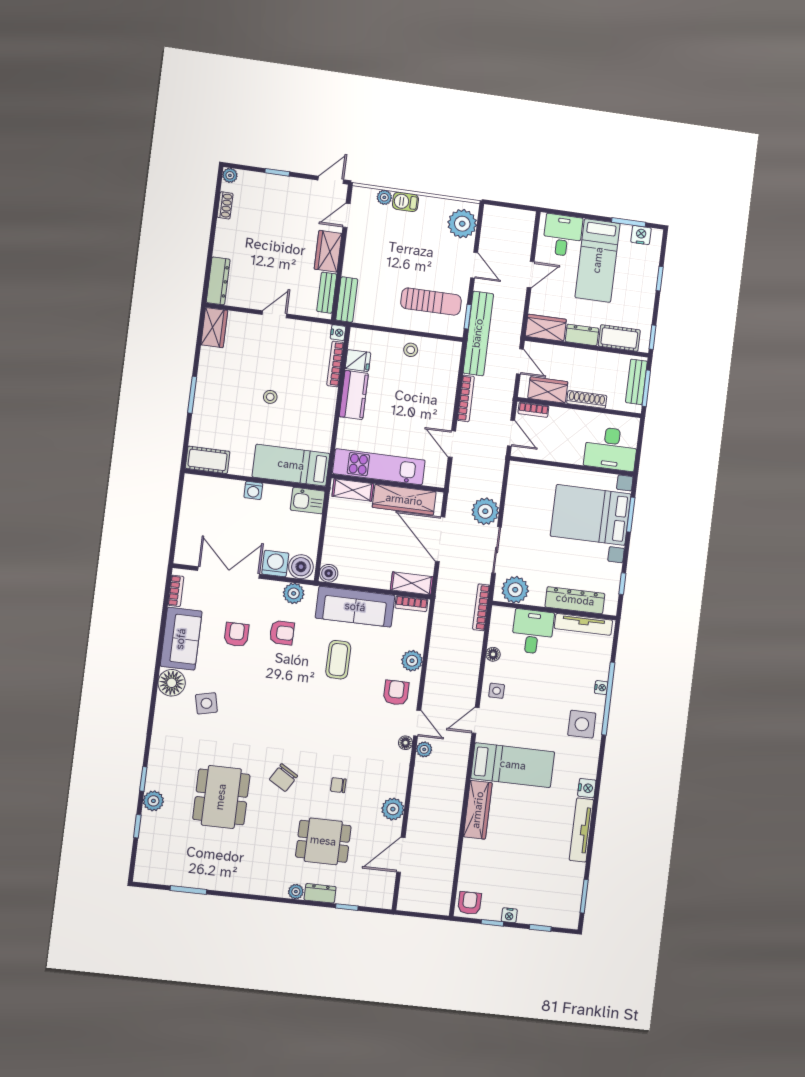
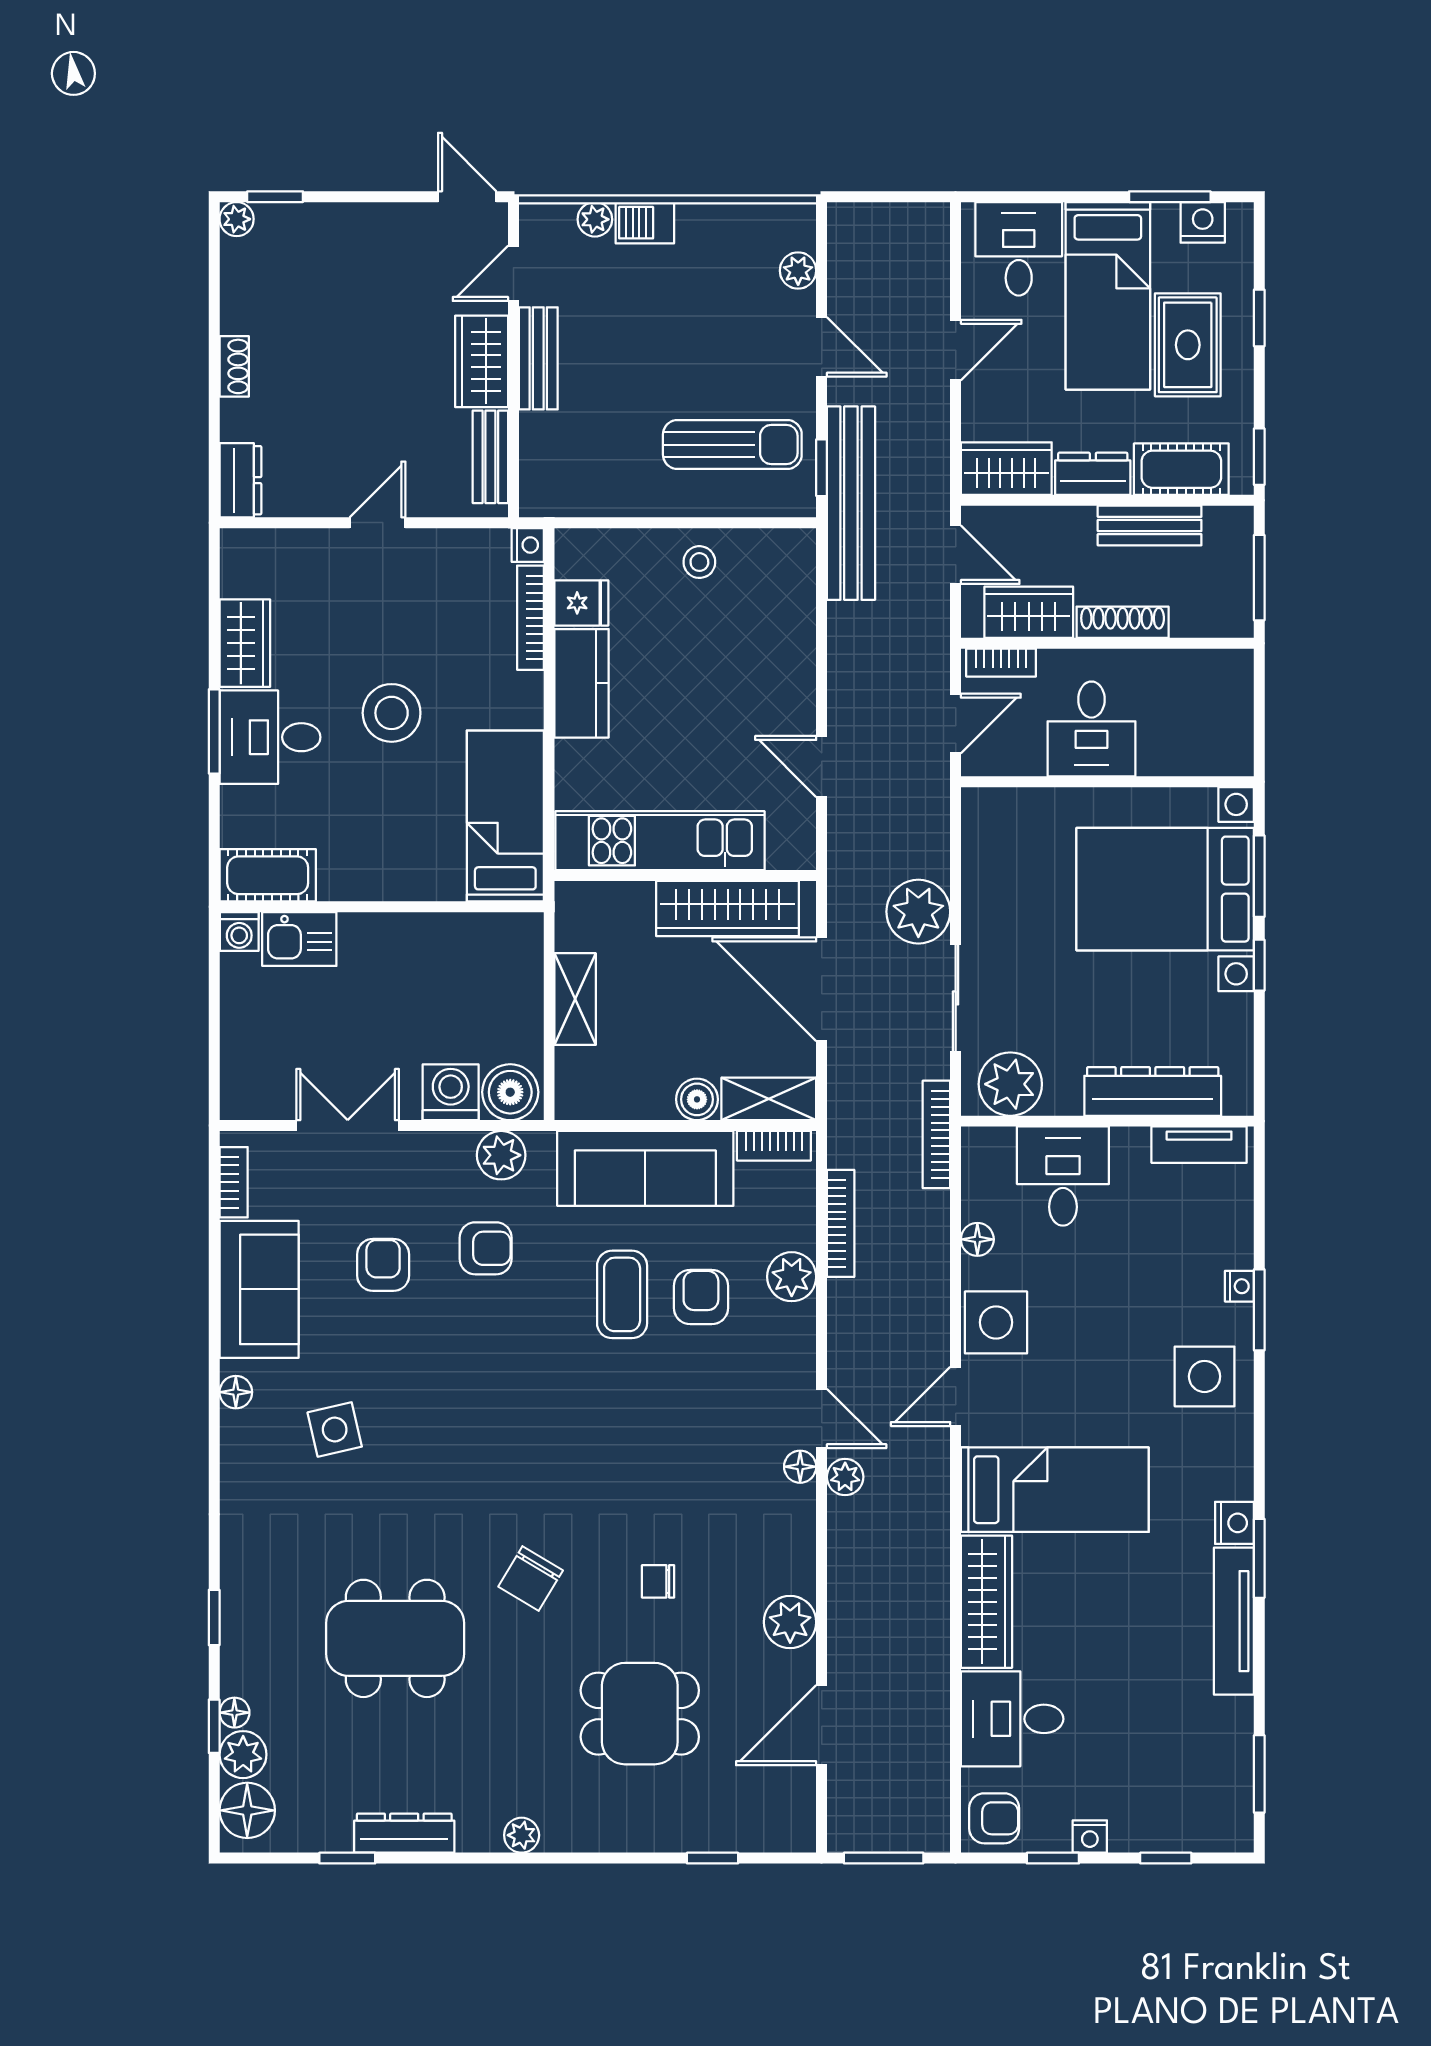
window: (277, 172) -> (275, 197), moved
door: (331, 180) -> (467, 197), hinge flipped
shoe rack: (225, 205) -> (234, 366), moved
plant: (462, 224) -> (798, 271), width x0.53, depth x0.53
dresser: (218, 281) -> (240, 480), width x0.70
rug: (628, 286) -> (1188, 345), added
bench: (347, 300) -> (538, 358), moved
wardrobe: (214, 328) -> (245, 643), moved
bench: (636, 382) -> (1150, 526), moved, turned 90
stool: (270, 397) -> (392, 713), width x1.89, depth x1.89
bookcase: (466, 398) -> (841, 1223), moved
desk: (216, 400) -> (270, 737), added
door: (511, 433) -> (956, 724), hinge flipped
desk: (611, 449) -> (1091, 729), moved, width x0.73
bed: (291, 465) -> (505, 816), moved, turned 90
washing machine: (253, 490) -> (239, 932), moved
shelving: (353, 490) -> (575, 999), moved, turned 90
kitchen sink: (308, 501) -> (299, 939), moved
double door: (229, 572) -> (348, 1126), width x0.73
boiler: (329, 573) -> (697, 1099), moved
window: (622, 584) -> (1259, 965), moved
tv unit: (583, 624) -> (1199, 1145), width x0.71
floor lamp: (172, 683) -> (236, 1392), width x0.53, depth x0.53
side table: (497, 691) -> (996, 1322), width x1.87, depth x1.87
armchair: (396, 693) -> (701, 1297), moved
window: (608, 699) -> (1259, 1310), width x0.47
dining table: (221, 797) -> (395, 1638), turned 90
plant: (153, 801) -> (243, 1755), moved
window: (595, 804) -> (1259, 1558), added
floor lamp: (147, 821) -> (234, 1713), added
desk: (482, 861) -> (1012, 1719), added
floor lamp: (147, 865) -> (247, 1810), added
window: (188, 890) -> (347, 1858), width x0.67
plant: (296, 892) -> (522, 1835), moved
dresser: (320, 893) -> (404, 1833), moved, width x1.44
armchair: (470, 903) -> (994, 1818), turned 90
window: (420, 915) -> (884, 1858), added

